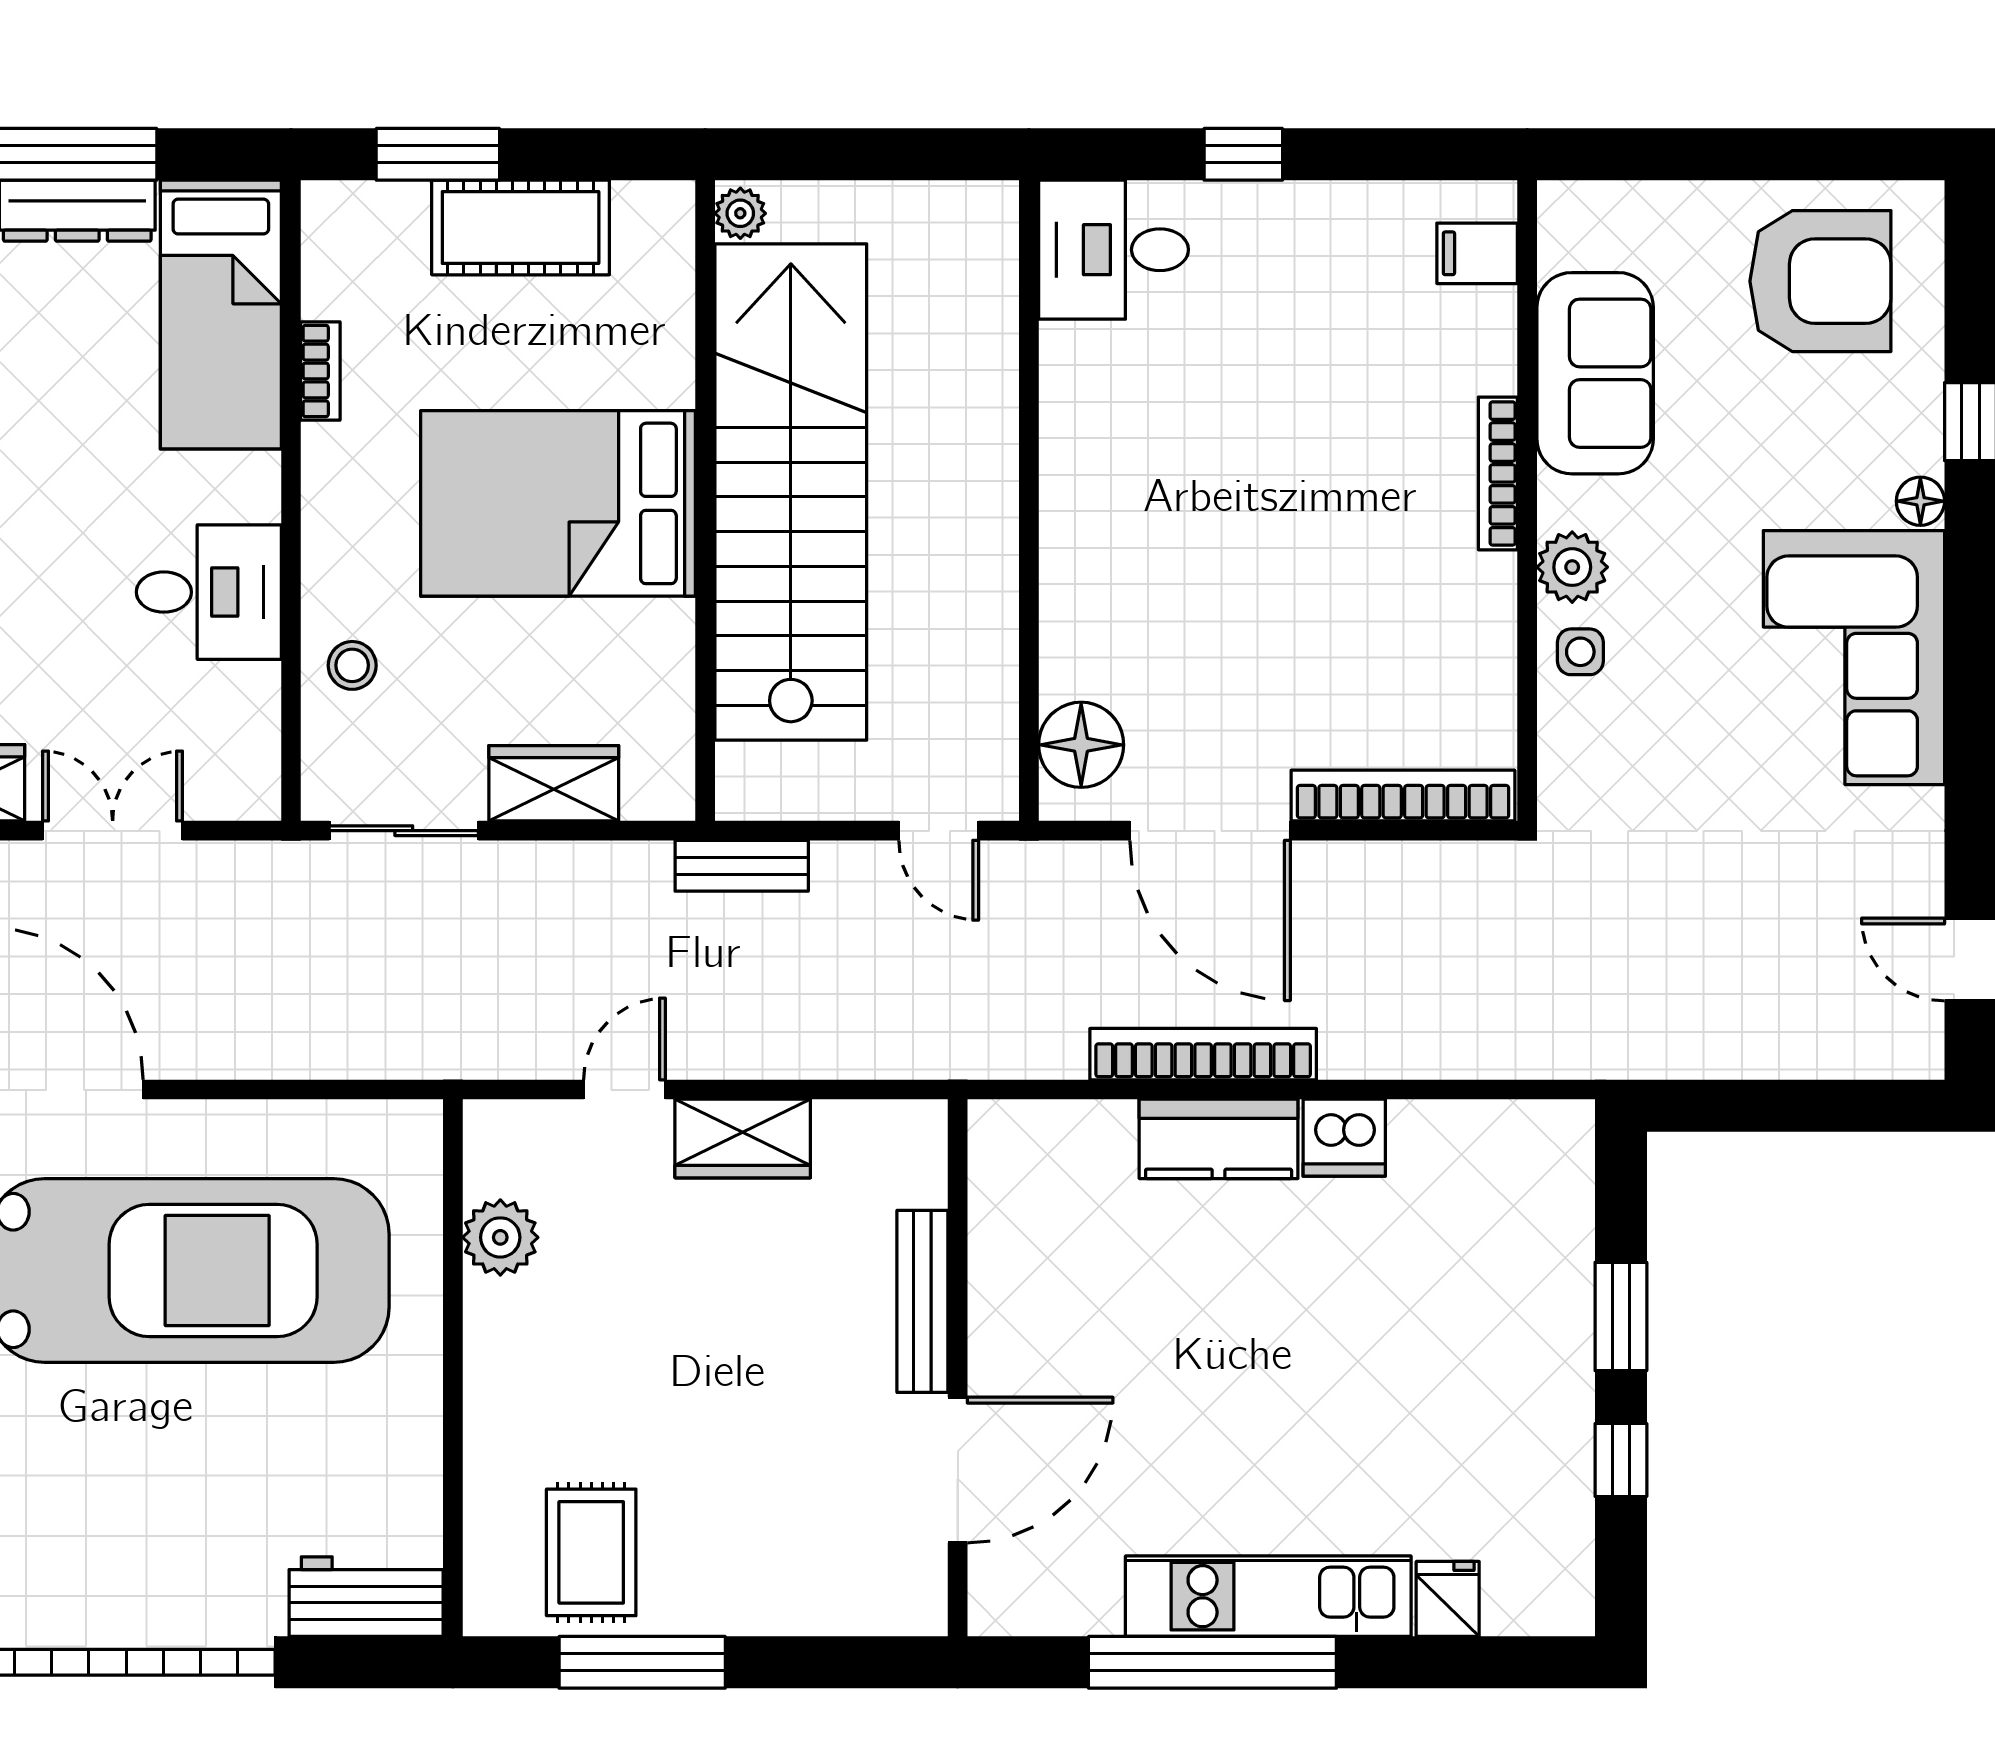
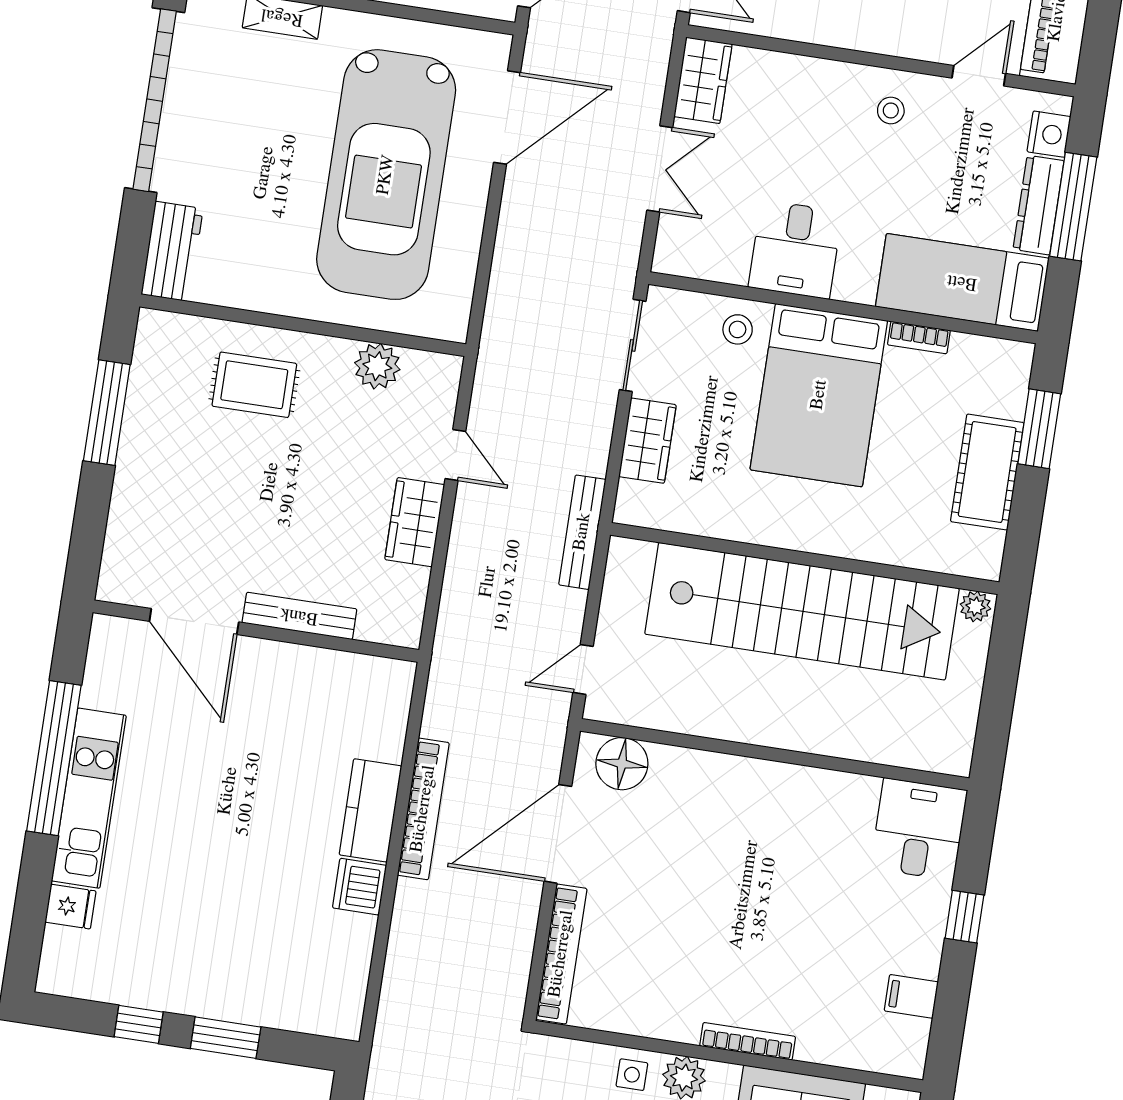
filing cabinet: (1477, 253) -> (911, 996), moved, turned -90
bed: (558, 503) -> (819, 395), moved, turned 180
bench: (742, 866) -> (582, 532), width x1.36
rug: (591, 1552) -> (254, 385), moved

